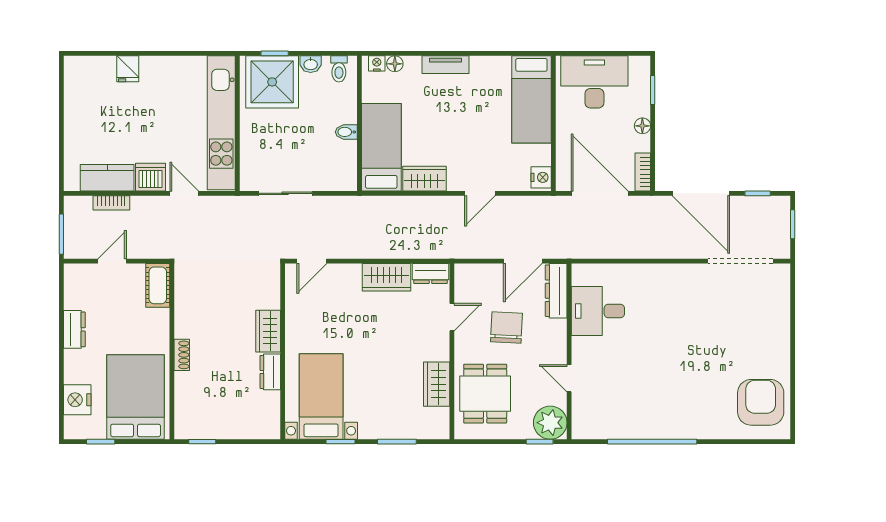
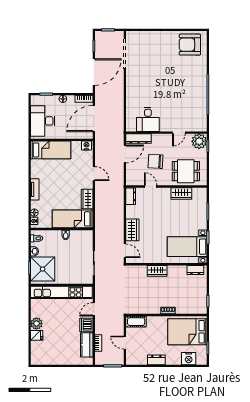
plant: (153, 69) -> (36, 324), added
door: (523, 261) -> (125, 154), hinge flipped
wardrobe: (386, 277) -> (132, 230), moved
dresser: (270, 372) -> (195, 270), moved

